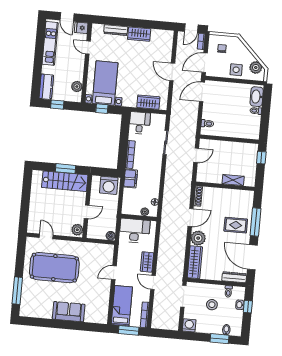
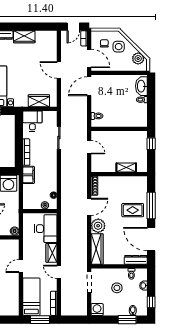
door: (205, 63) -> (89, 58), swing flipped
side table: (236, 70) -> (119, 47), moved
door: (196, 155) -> (89, 147), hinge flipped
desk: (135, 231) -> (46, 229), moved, turned 90
window: (248, 307) -> (151, 302), moved

